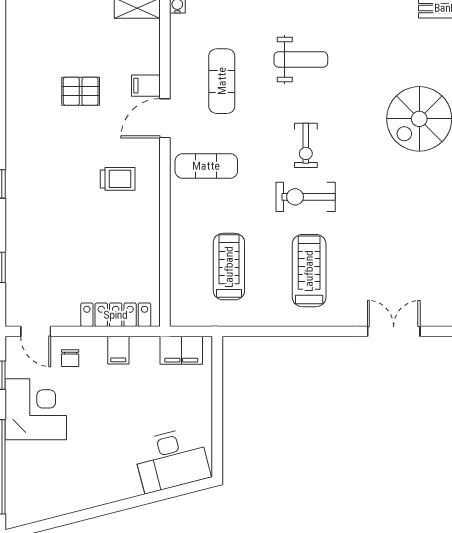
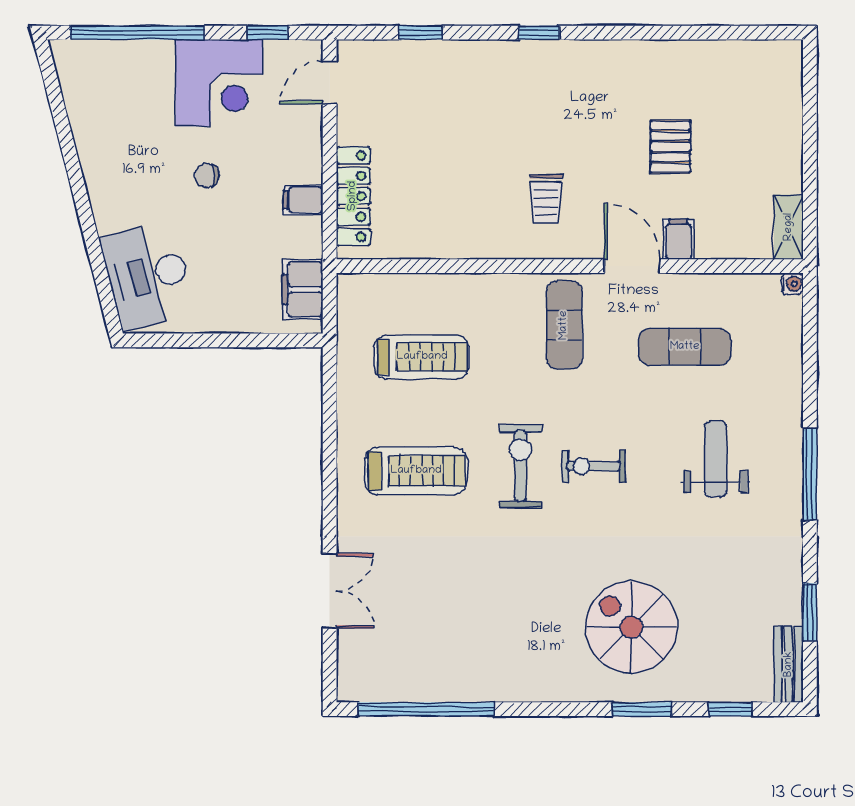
weight bench: (301, 59) -> (716, 459), turned 180
chair: (70, 358) -> (207, 175), moved

